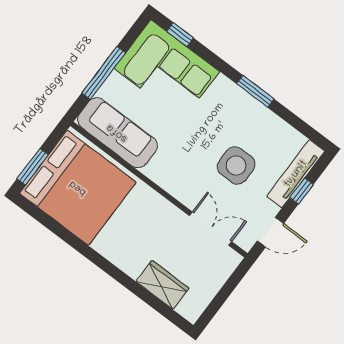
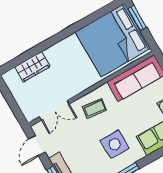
side table: (236, 165) -> (115, 144), moved
coffee table: (184, 173) -> (95, 109), added

